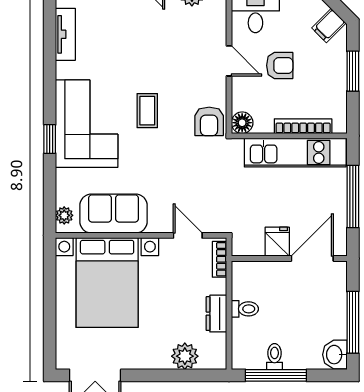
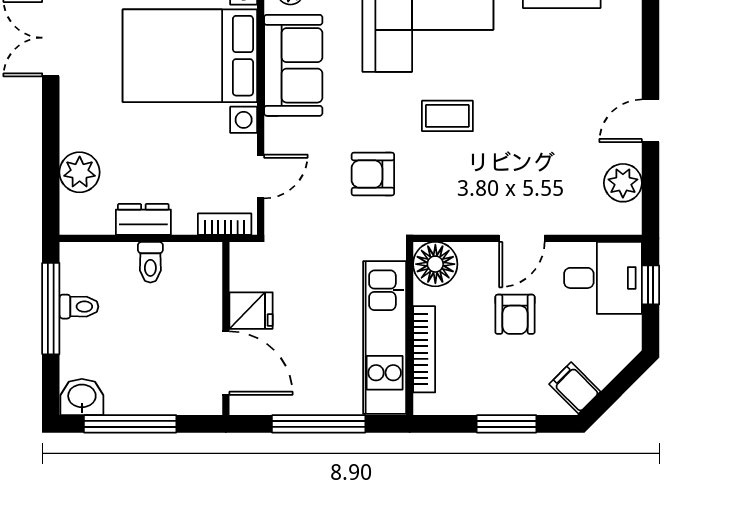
armchair: (209, 121) -> (373, 174), moved
floor lamp: (242, 123) -> (435, 264), width x1.38, depth x1.38

